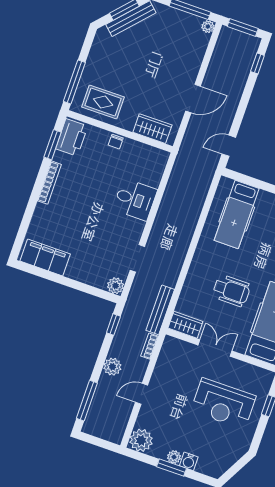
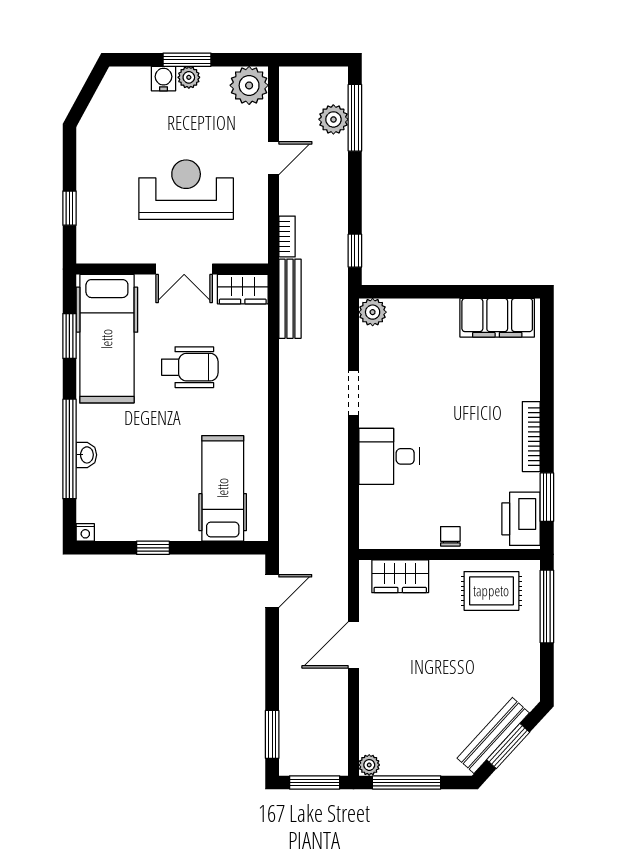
window: (257, 63) -> (272, 734), width x1.50
doorway: (137, 258) -> (353, 393), moved
wheelchair: (231, 291) -> (190, 367), turned 180
plant: (112, 367) -> (333, 119), moved
reception desk: (223, 404) -> (186, 190), moved

